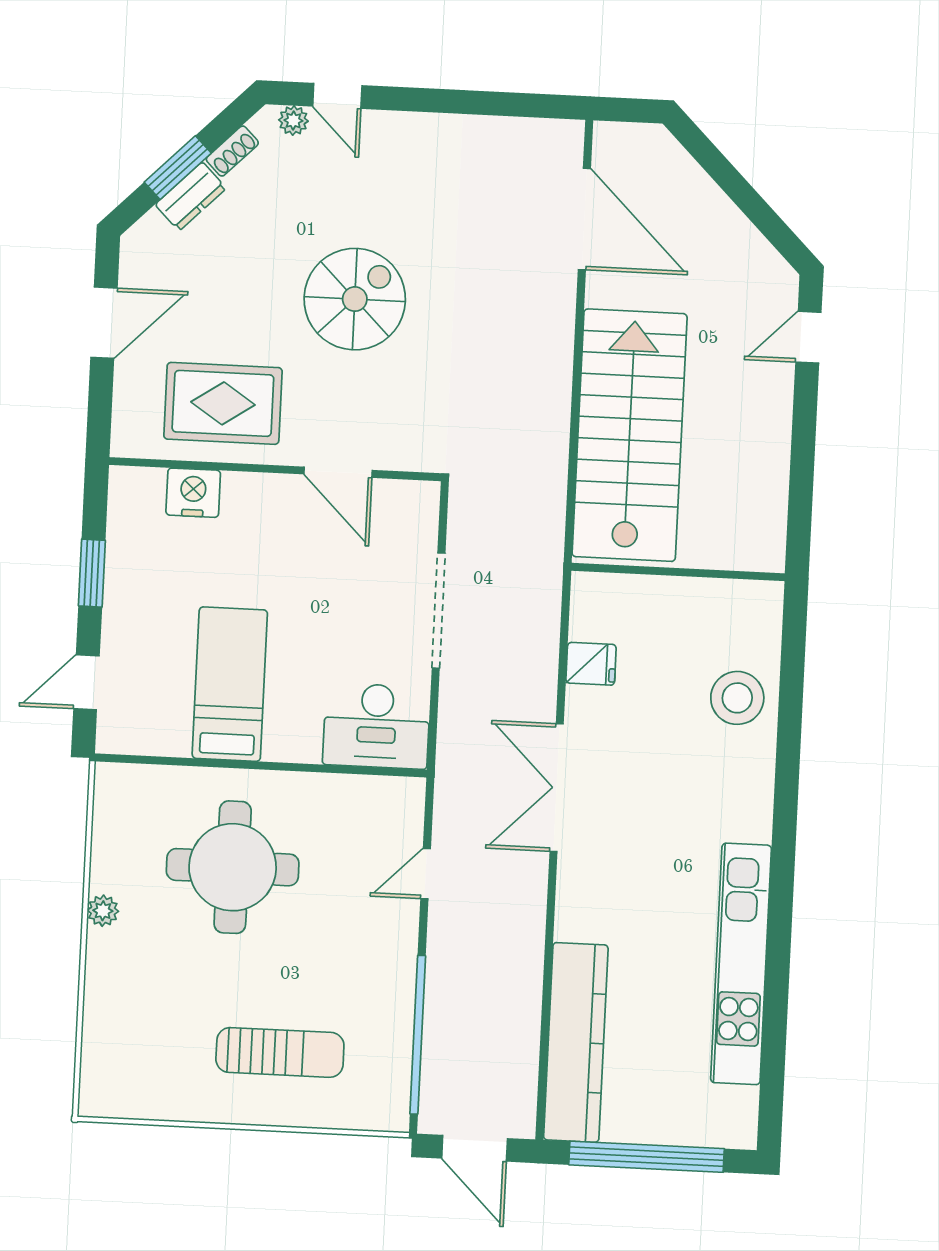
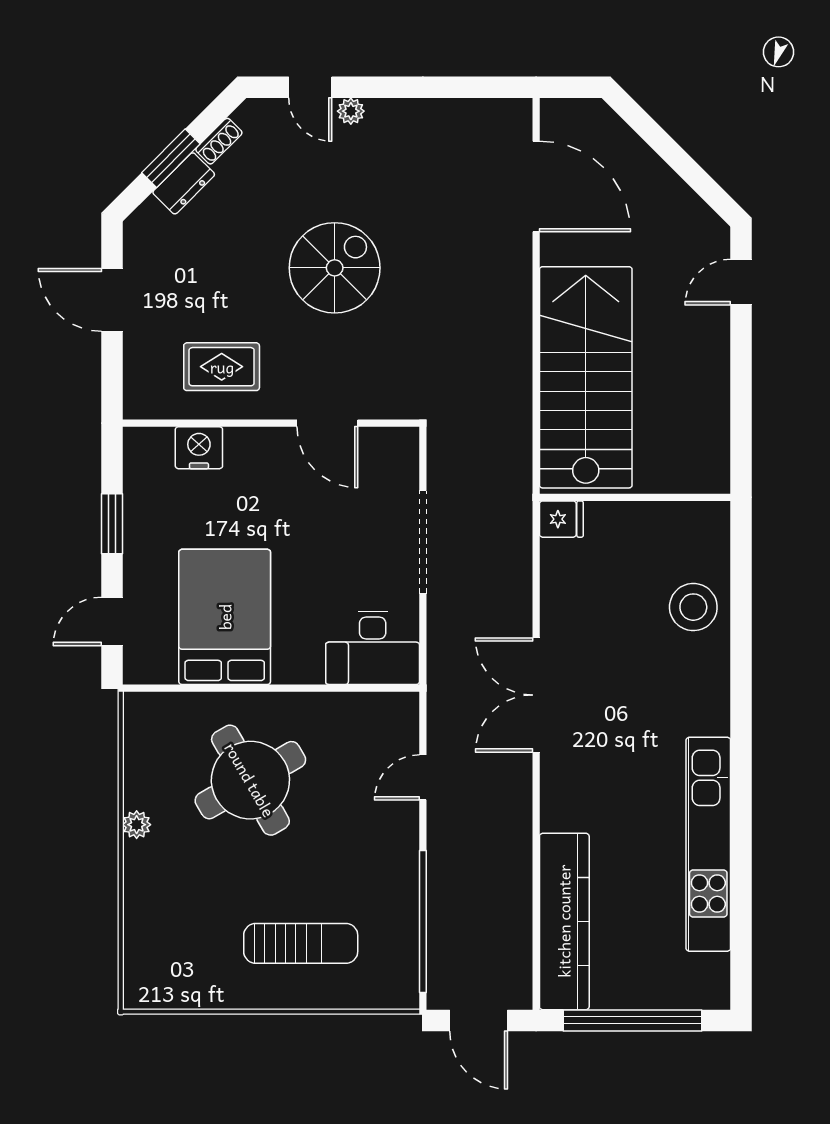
plant: (293, 120) -> (351, 111), moved
door: (104, 323) -> (112, 300), swing flipped
rug: (223, 403) -> (222, 367), width x0.73, depth x0.70
fridge: (591, 664) -> (561, 519), moved
bed: (230, 684) -> (225, 617), width x1.50
round table: (233, 867) -> (250, 780), turned -30

